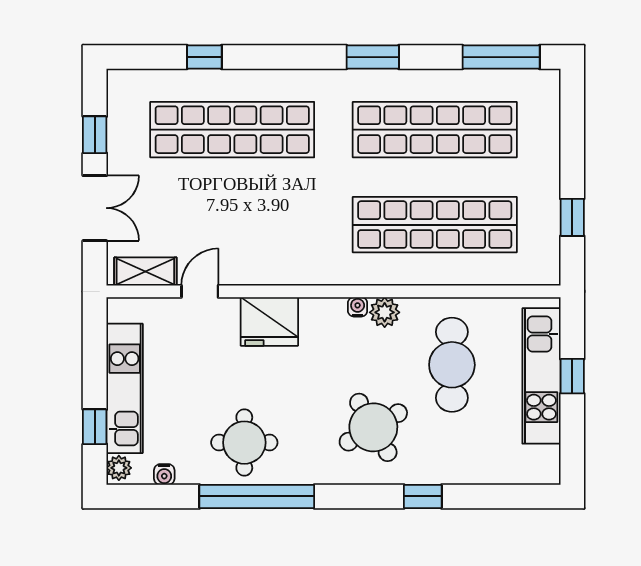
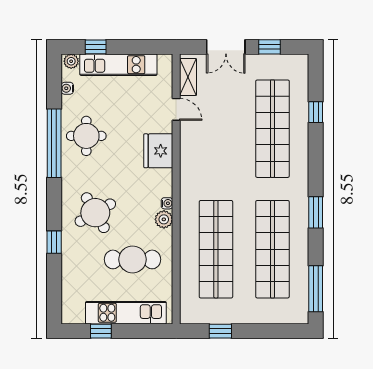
window: (572, 376) -> (101, 331), moved

